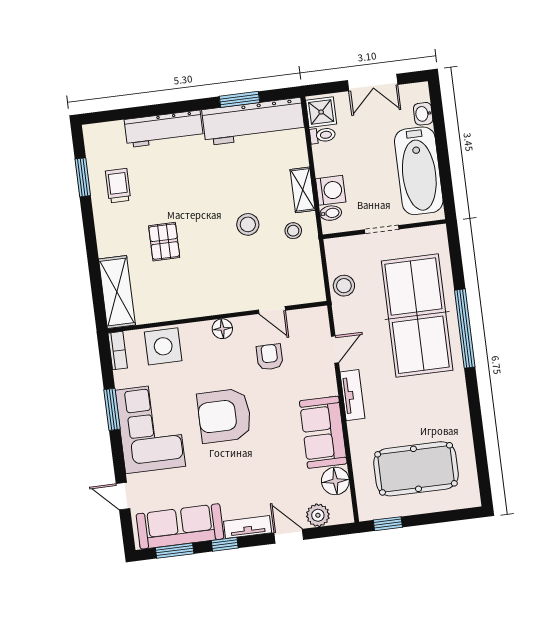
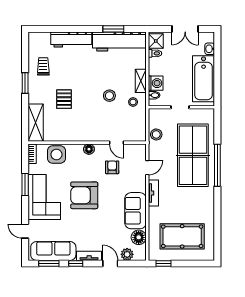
window: (83, 177) -> (25, 83), moved

